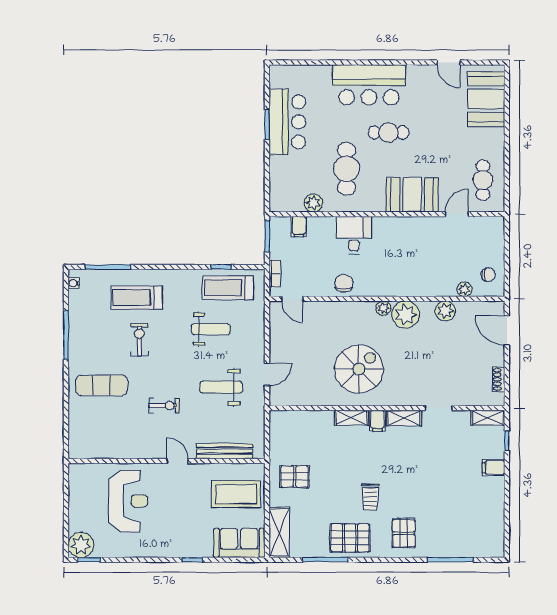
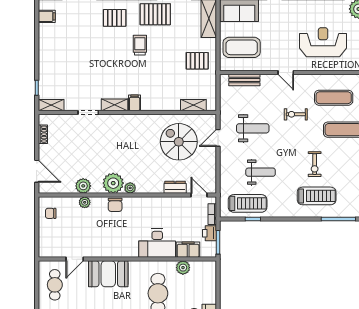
filing cabinet: (299, 227) -> (188, 250), width x2.00
desk: (354, 235) -> (157, 243), width x1.37
printer: (278, 248) -> (210, 233), added
chair: (344, 283) -> (115, 205), moved
plant: (465, 289) -> (85, 202), moved
dresser: (324, 309) -> (175, 187), added
weight bench: (211, 329) -> (261, 172), turned 180
spiral stairs: (359, 369) -> (179, 142), moved, turned 90
shelving: (351, 418) -> (193, 105), moved
exercise mat: (114, 428) -> (334, 98), added
bench: (225, 451) -> (244, 80), width x0.73
filing cabinet: (494, 468) -> (47, 16), moved
reception desk: (128, 501) -> (323, 42), turned 90
pallet: (404, 533) -> (115, 18), turned 90

